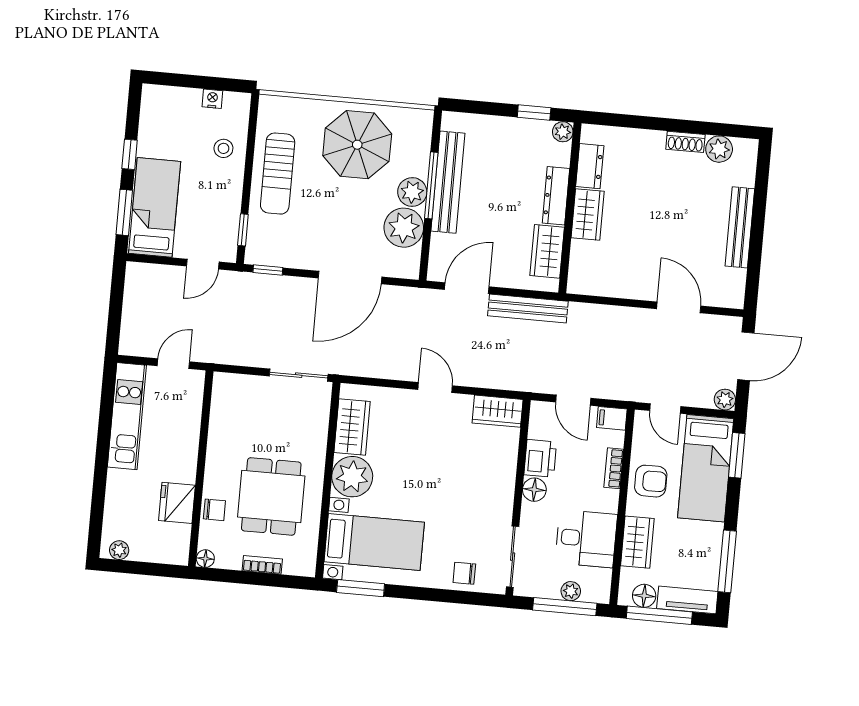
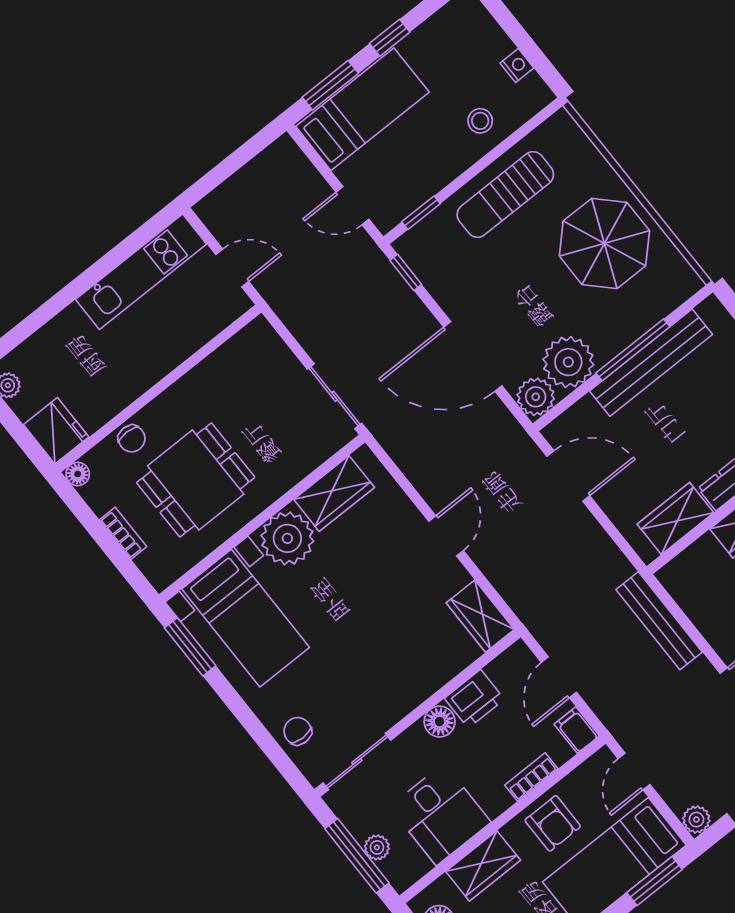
plant: (412, 192) -> (536, 397), moved
bench: (528, 309) -> (659, 621), moved
fridge: (177, 503) -> (56, 431), moved, turned 90

